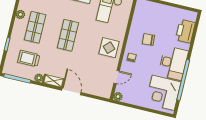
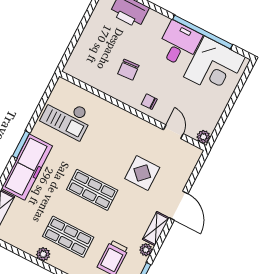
display table: (109, 48) -> (142, 173), moved
desk: (173, 63) -> (179, 44), width x0.73
door: (71, 91) -> (178, 206), swing flipped

